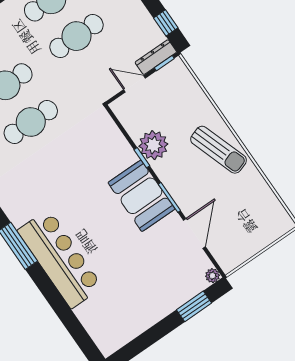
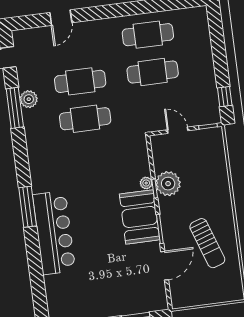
dresser: (156, 57) -> (204, 119), removed
sun lounger: (219, 150) -> (207, 243), moved
plant: (213, 276) -> (146, 183), moved

